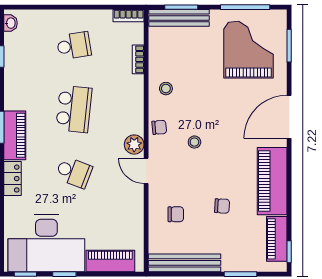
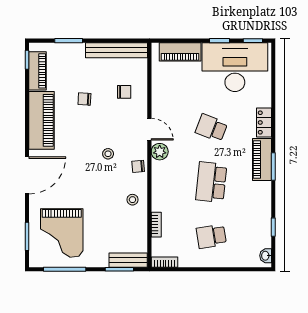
bench: (179, 18) -> (128, 260), width x0.73
chair: (176, 214) -> (124, 92), turned 180

